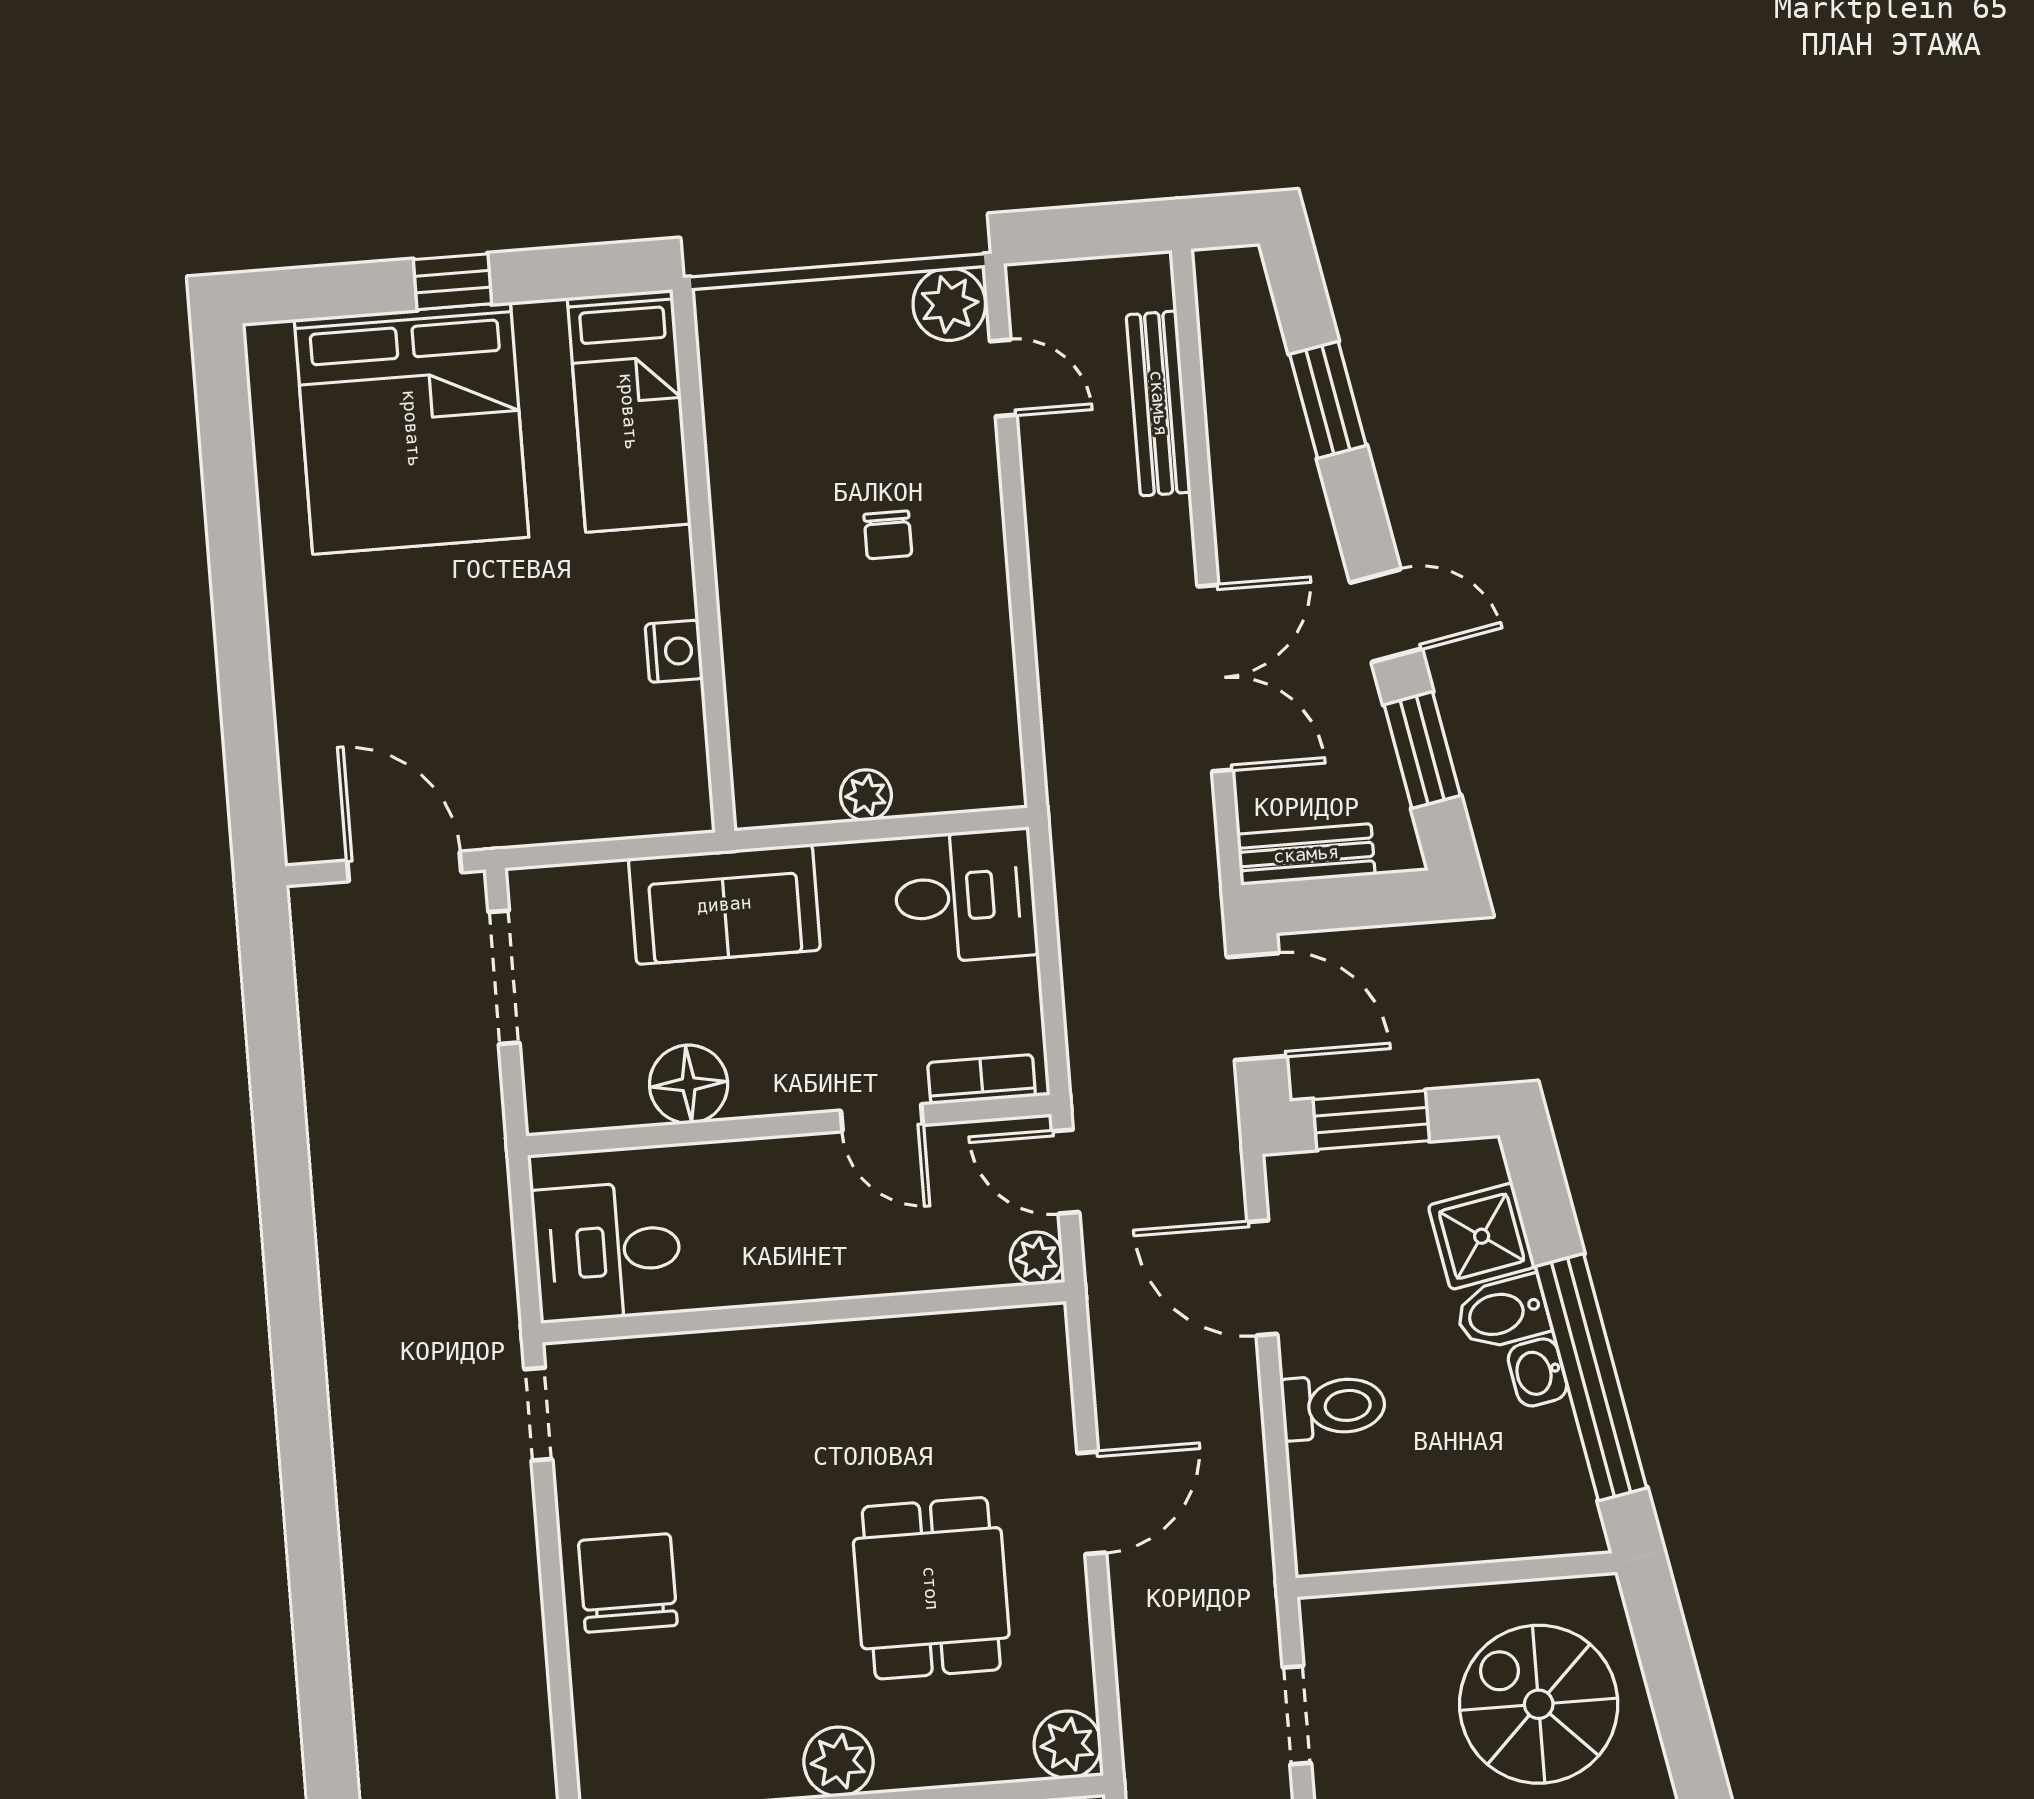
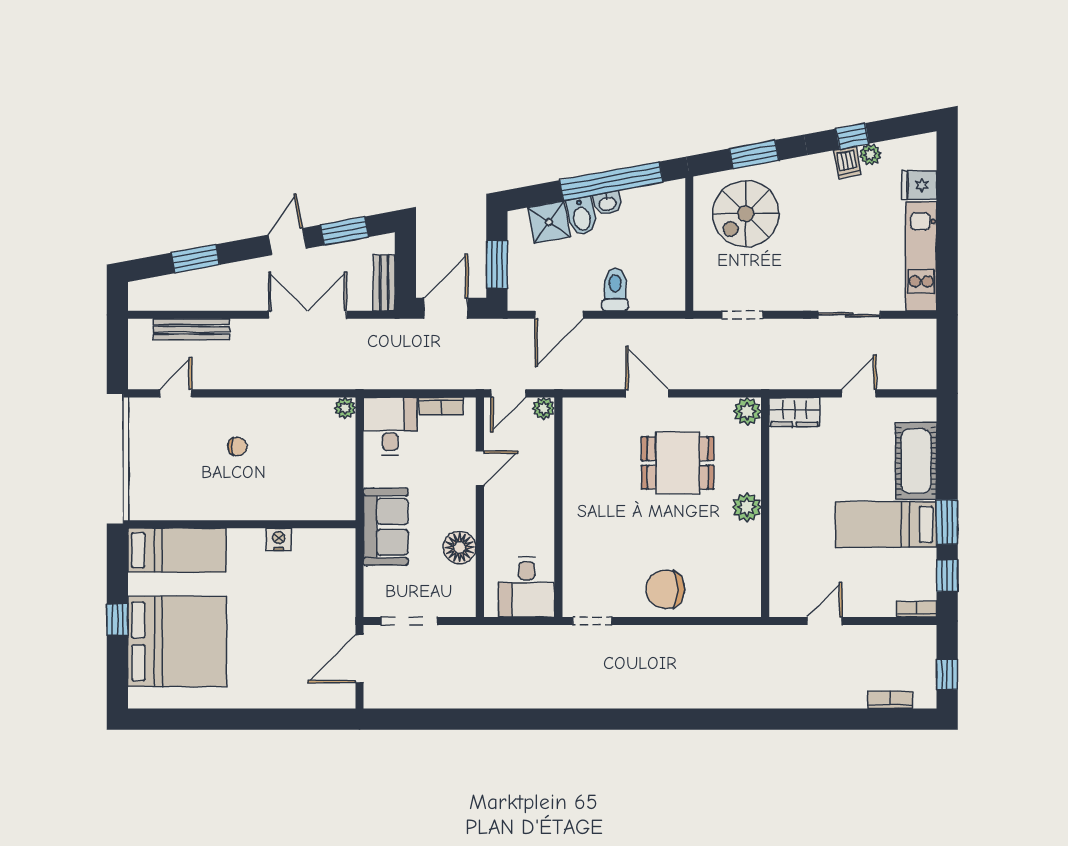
plant: (949, 304) -> (143, 413), removed
plant: (866, 795) -> (345, 408), moved
bookcase: (982, 1079) -> (441, 406), moved, turned -90
window: (1681, 1713) -> (754, 155), added

